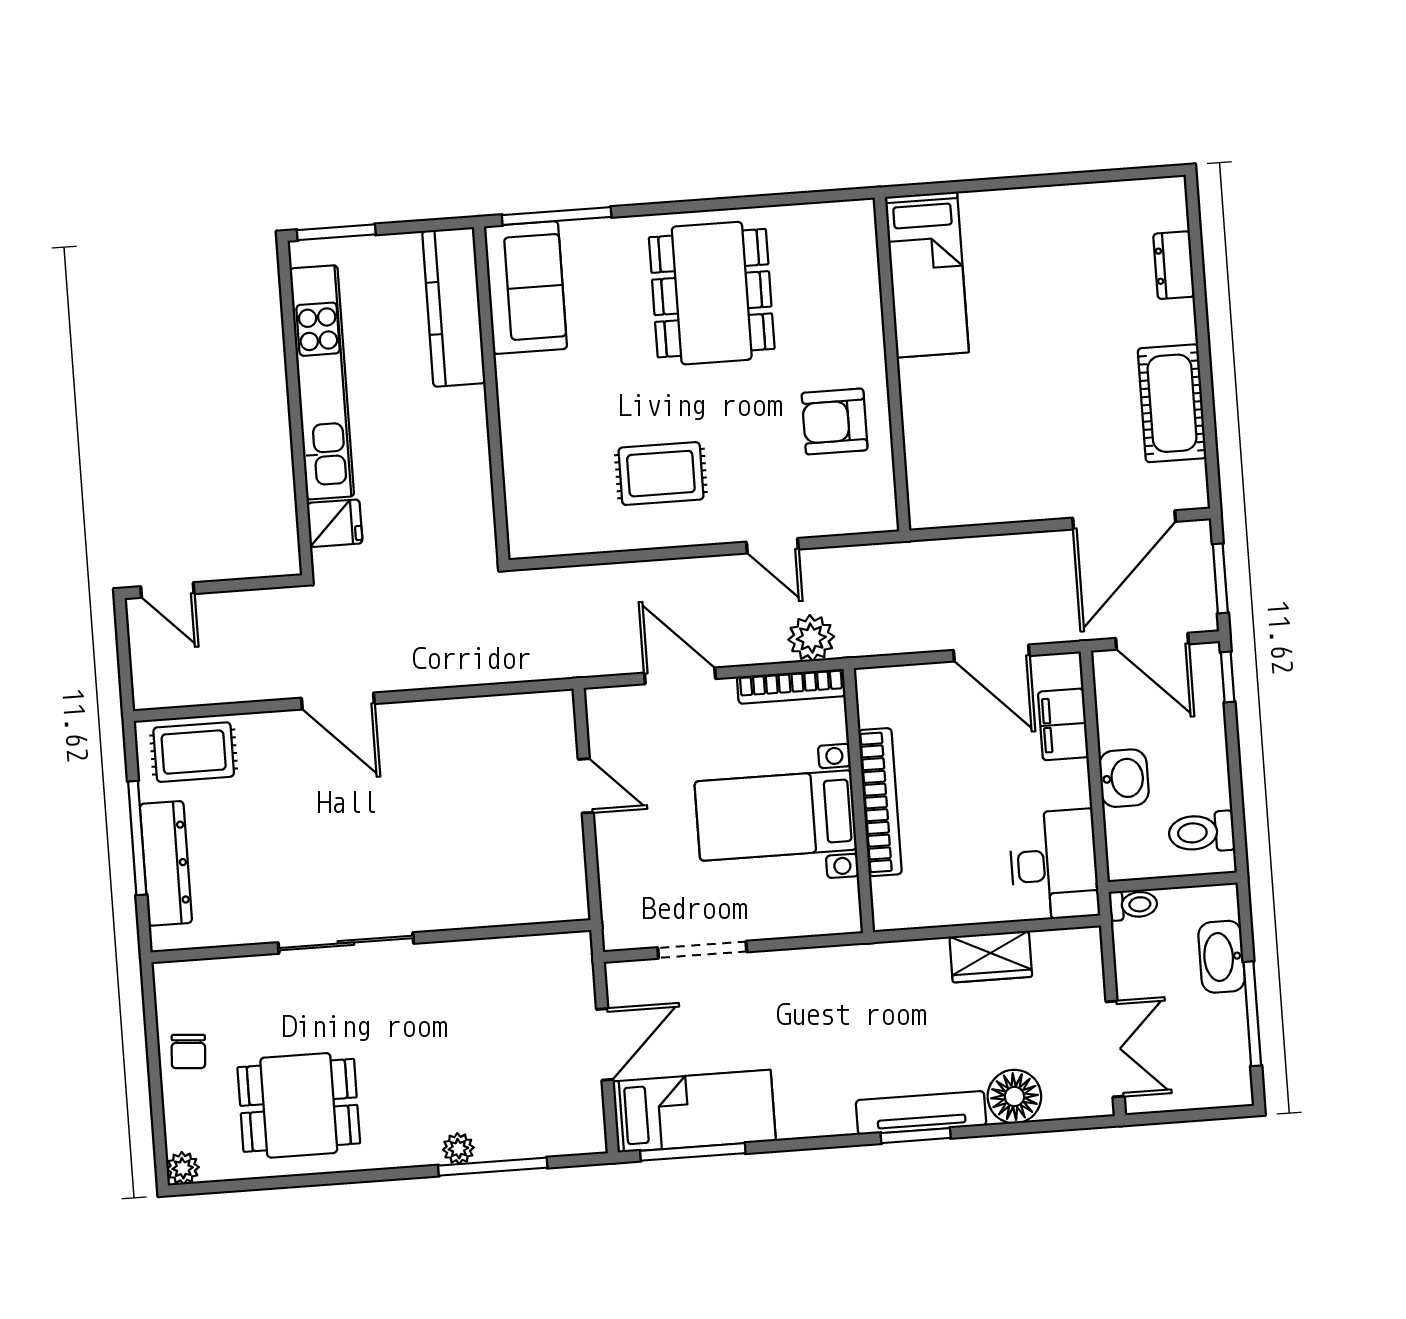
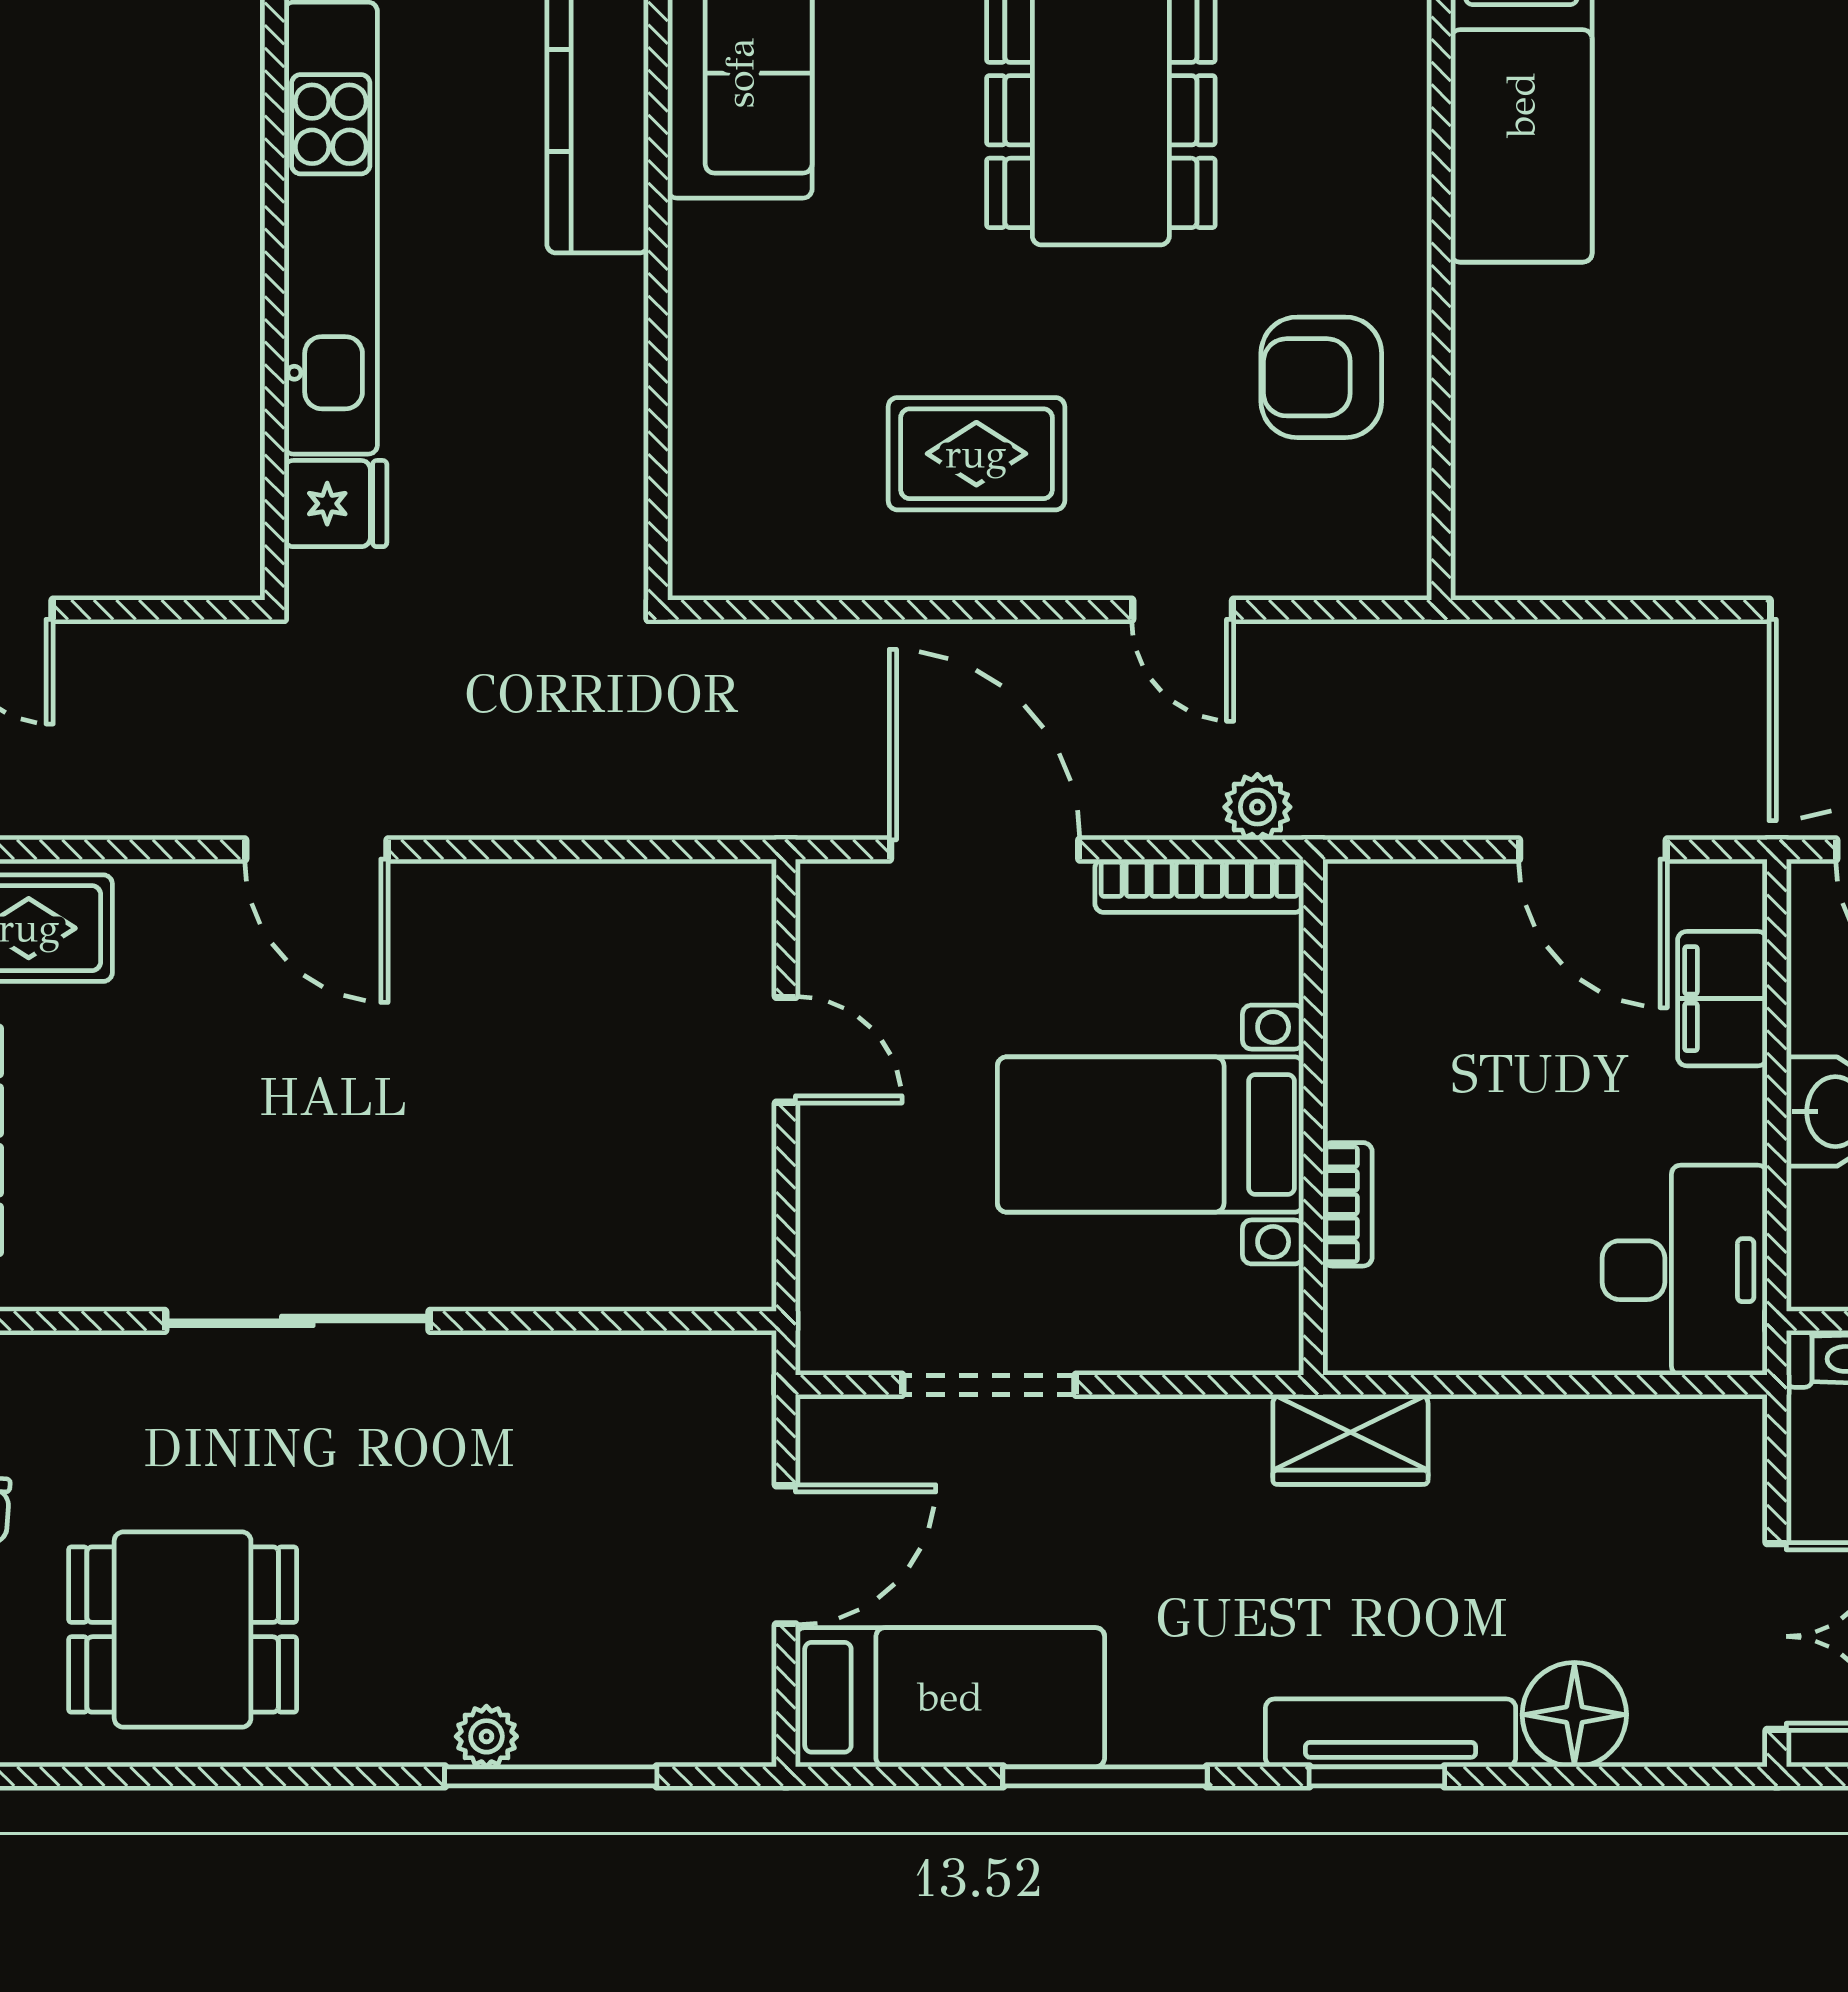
plant: (811, 638) -> (1257, 807), width x0.73, depth x0.73
door: (680, 676) -> (985, 849), width x1.36
bookcase: (880, 802) -> (1348, 1204), width x0.43, depth x0.76
wardrobe: (991, 957) -> (1350, 1439), moved
window: (693, 1152) -> (1105, 1776), moved

